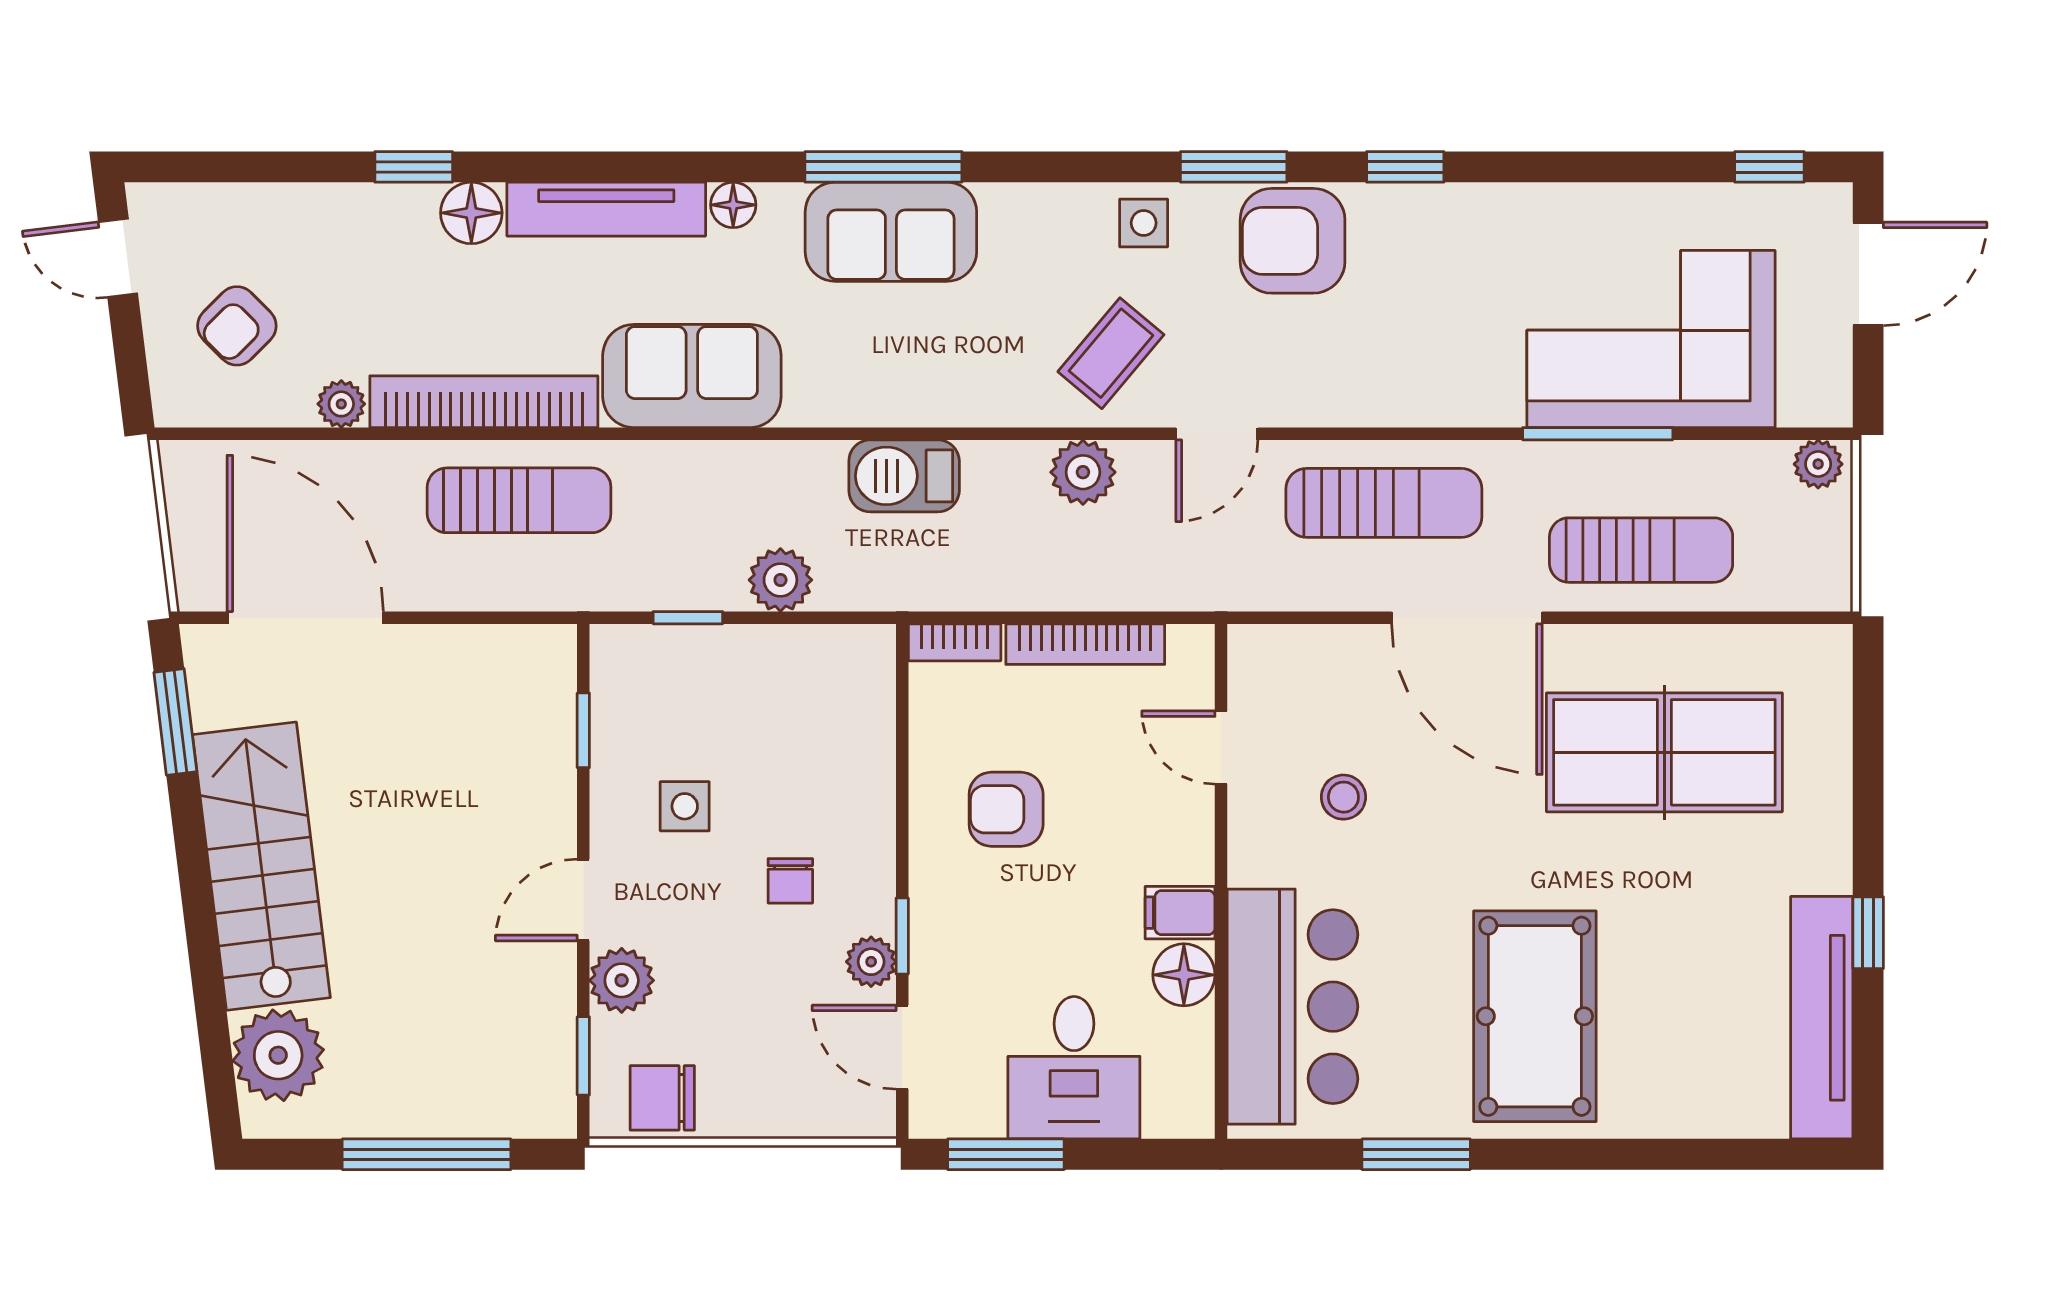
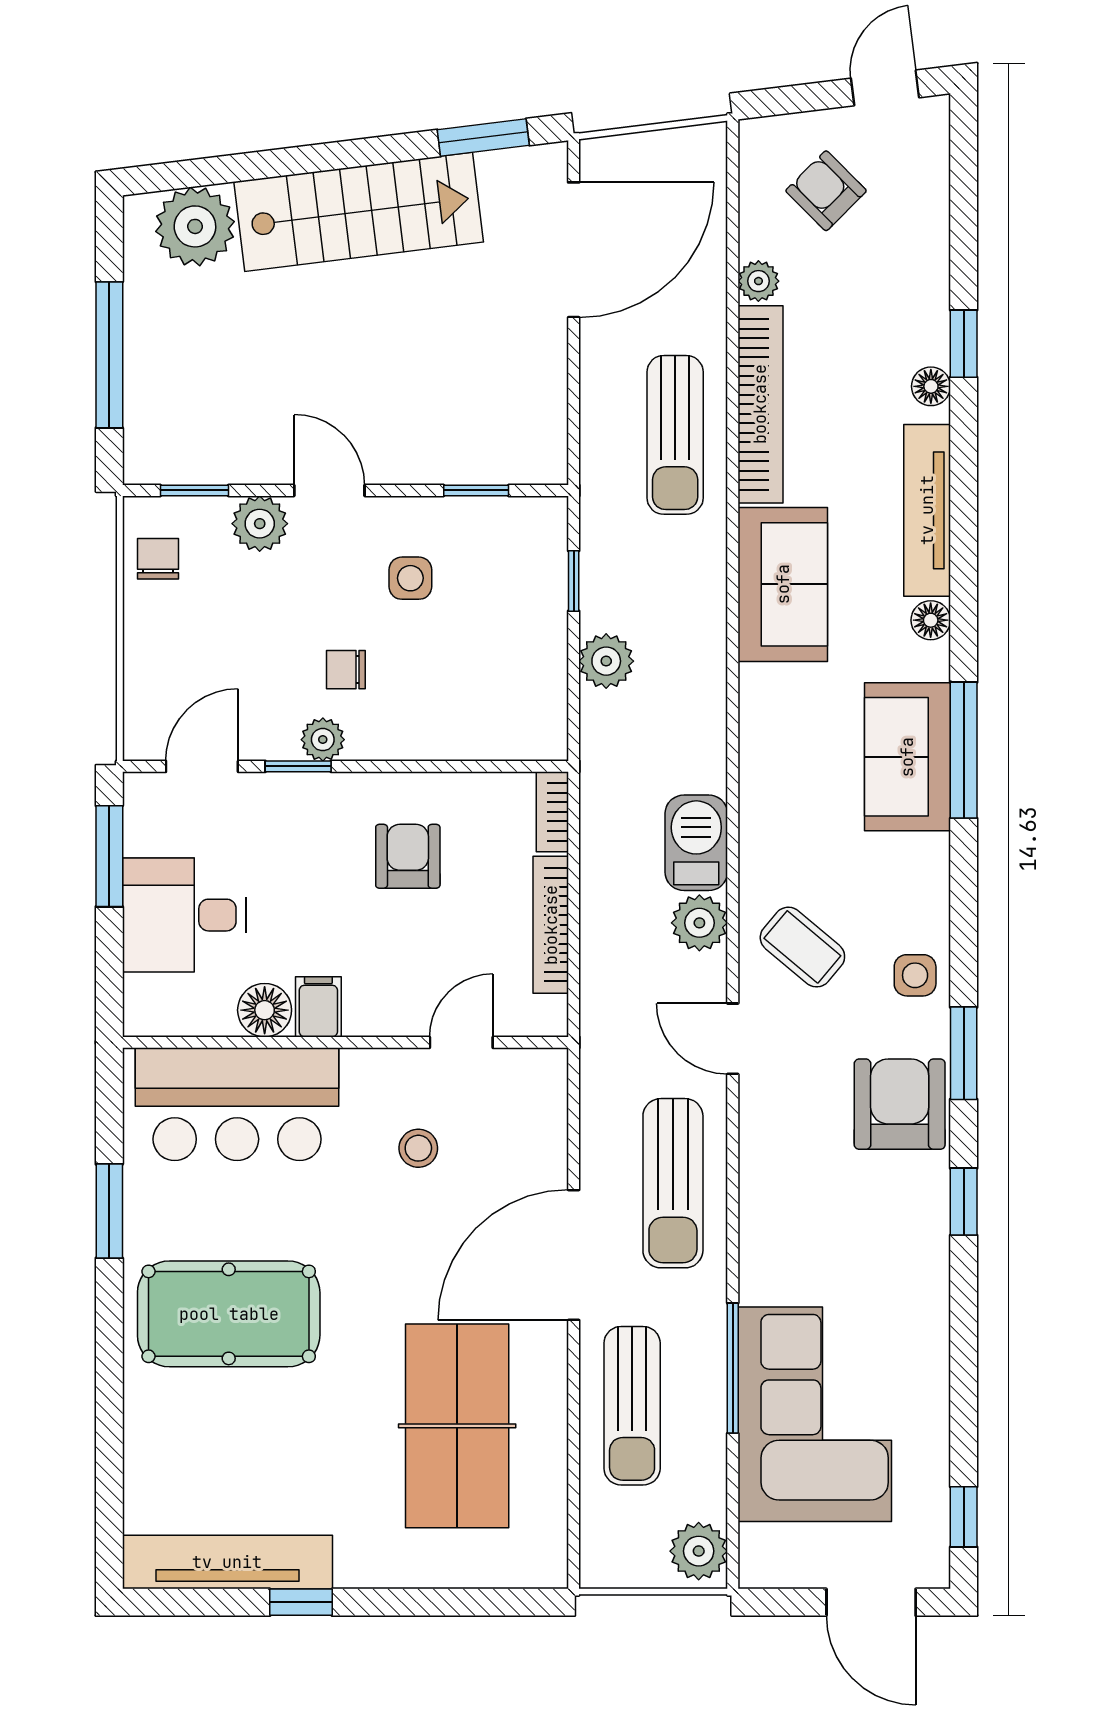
floor lamp: (471, 213) -> (931, 386), width x0.73, depth x0.73
plant: (1818, 464) -> (699, 1551), width x1.38, depth x1.38
barbecue: (904, 476) -> (696, 843), moved
plant: (871, 962) -> (323, 740), moved
chair: (662, 1098) -> (158, 559), width x0.73, depth x0.73

